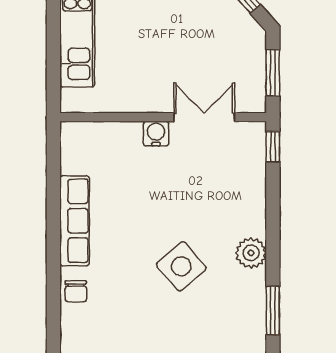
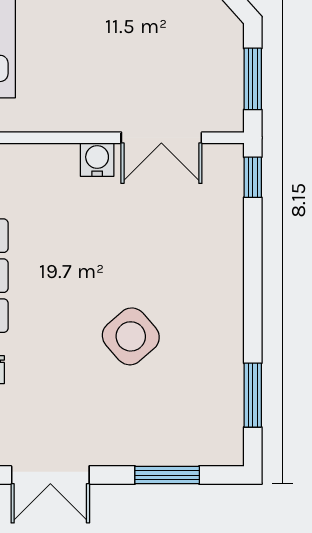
double door: (204, 117) -> (161, 138), swing flipped
plant: (251, 253) -> (224, 319), removed

